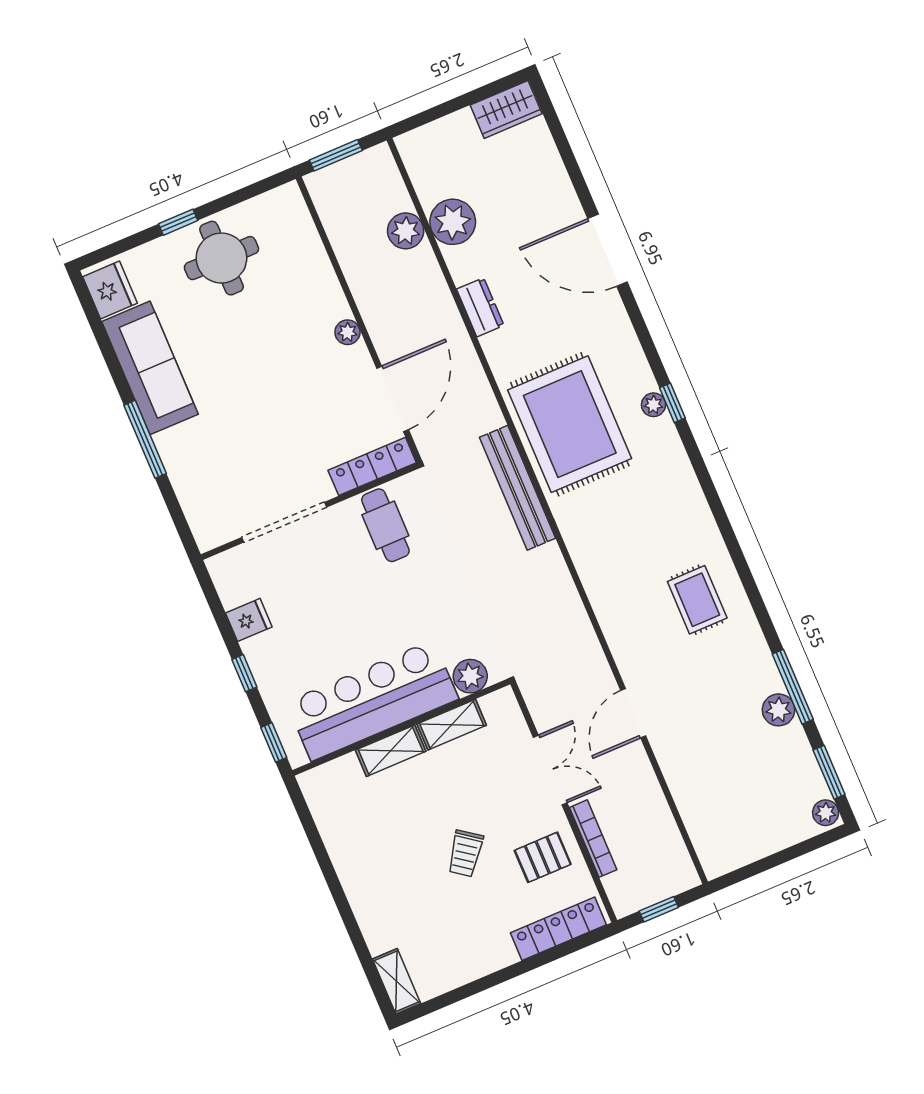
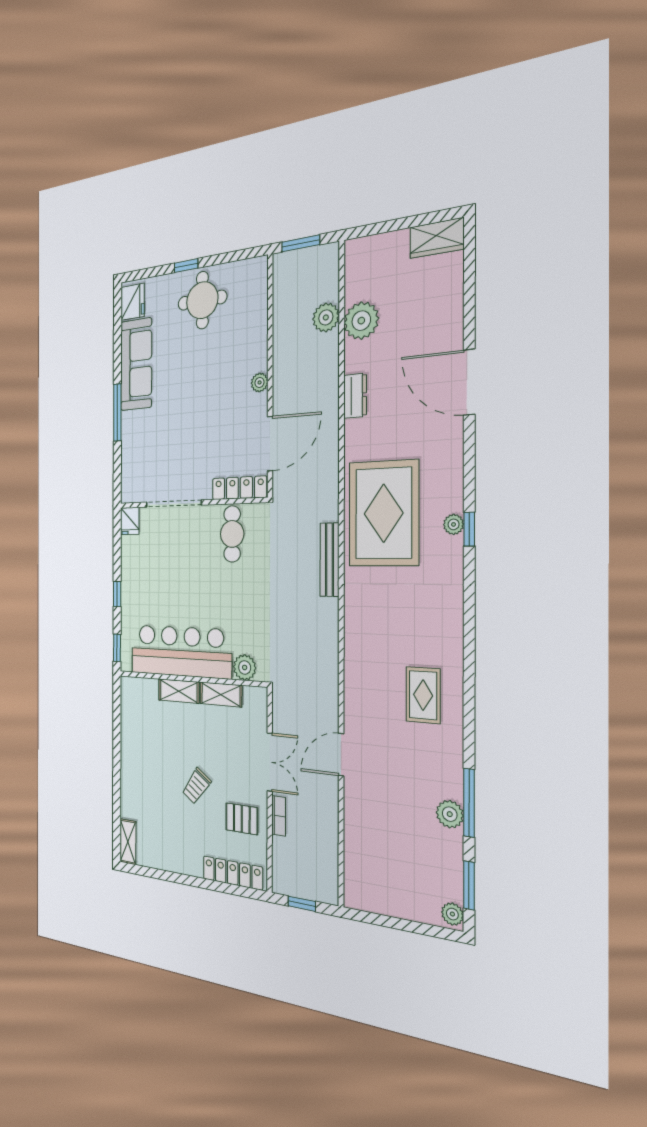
bench: (518, 488) -> (330, 560), width x0.73, depth x0.82
fridge: (249, 620) -> (130, 521), moved, turned 90
bookcase: (593, 839) -> (279, 816), width x0.64

